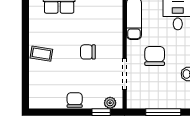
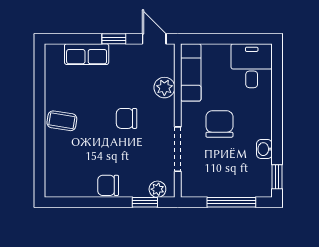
plant: (115, 30) -> (164, 88), added
chair: (75, 100) -> (108, 185), turned -90

